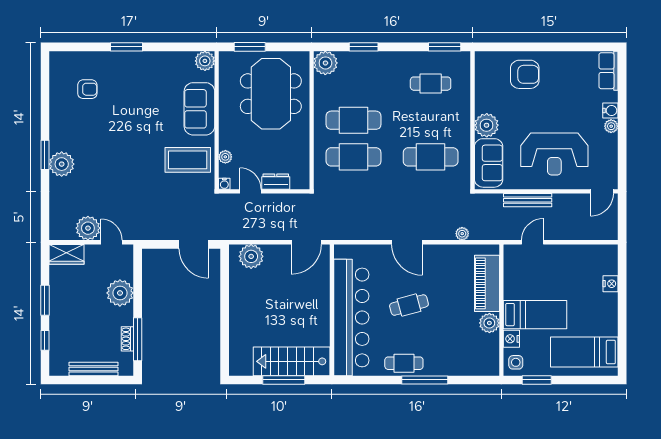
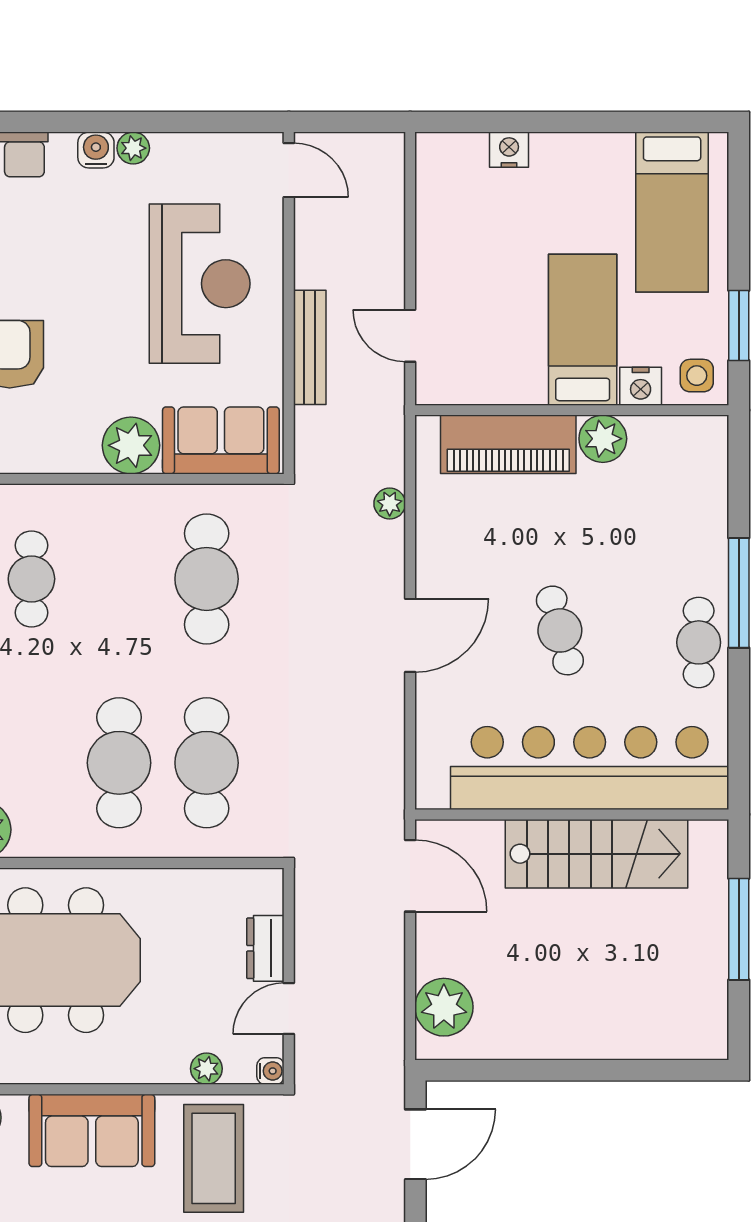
stairs: (292, 361) -> (597, 854), moved, turned -90

